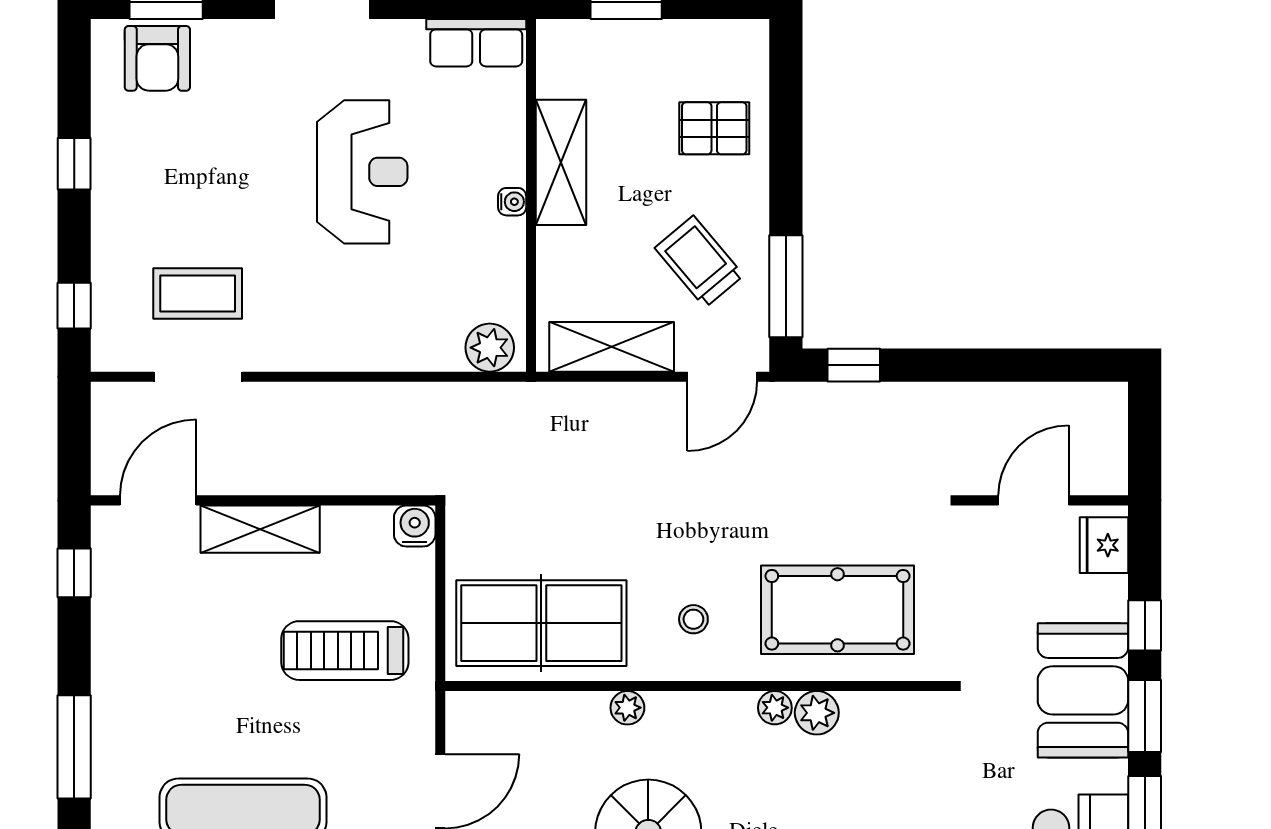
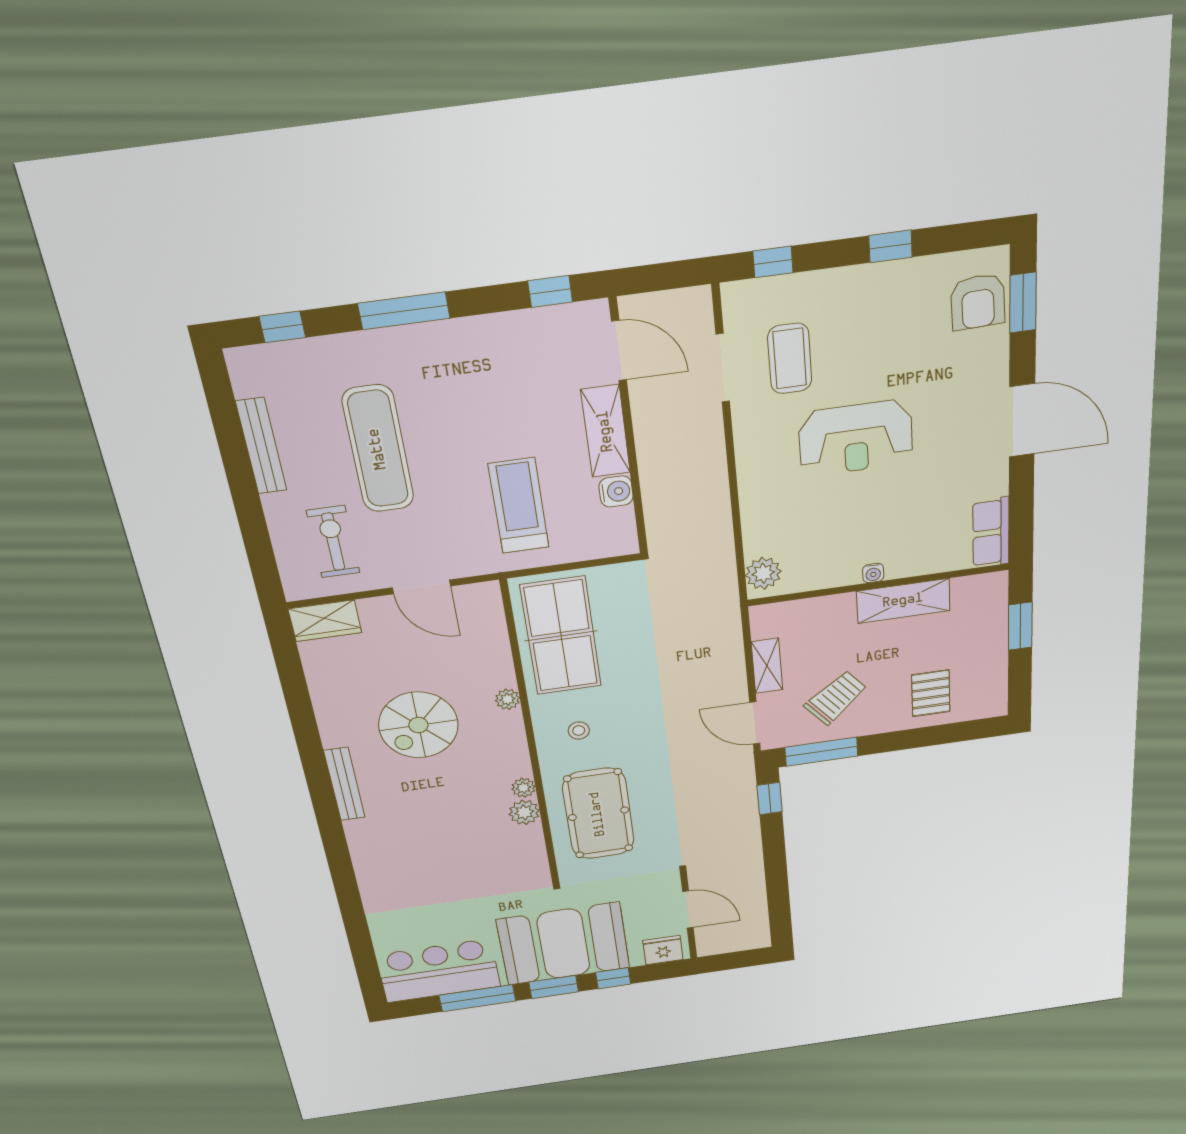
armchair: (157, 58) -> (978, 302), turned -92
reception desk: (362, 172) -> (856, 438), moved
shelving: (612, 347) -> (767, 666), width x0.67, depth x0.75
water cooler: (415, 526) -> (616, 491), moved
booth: (1083, 690) -> (563, 944), width x1.36, depth x1.42

